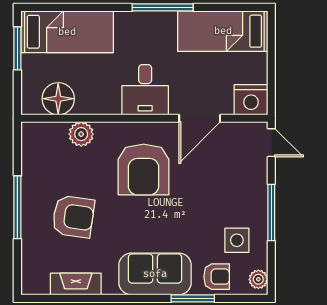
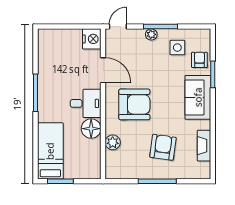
bed: (223, 31) -> (50, 56), removed
floor lamp: (58, 99) -> (91, 129), moved
plant: (258, 279) -> (151, 34), moved

